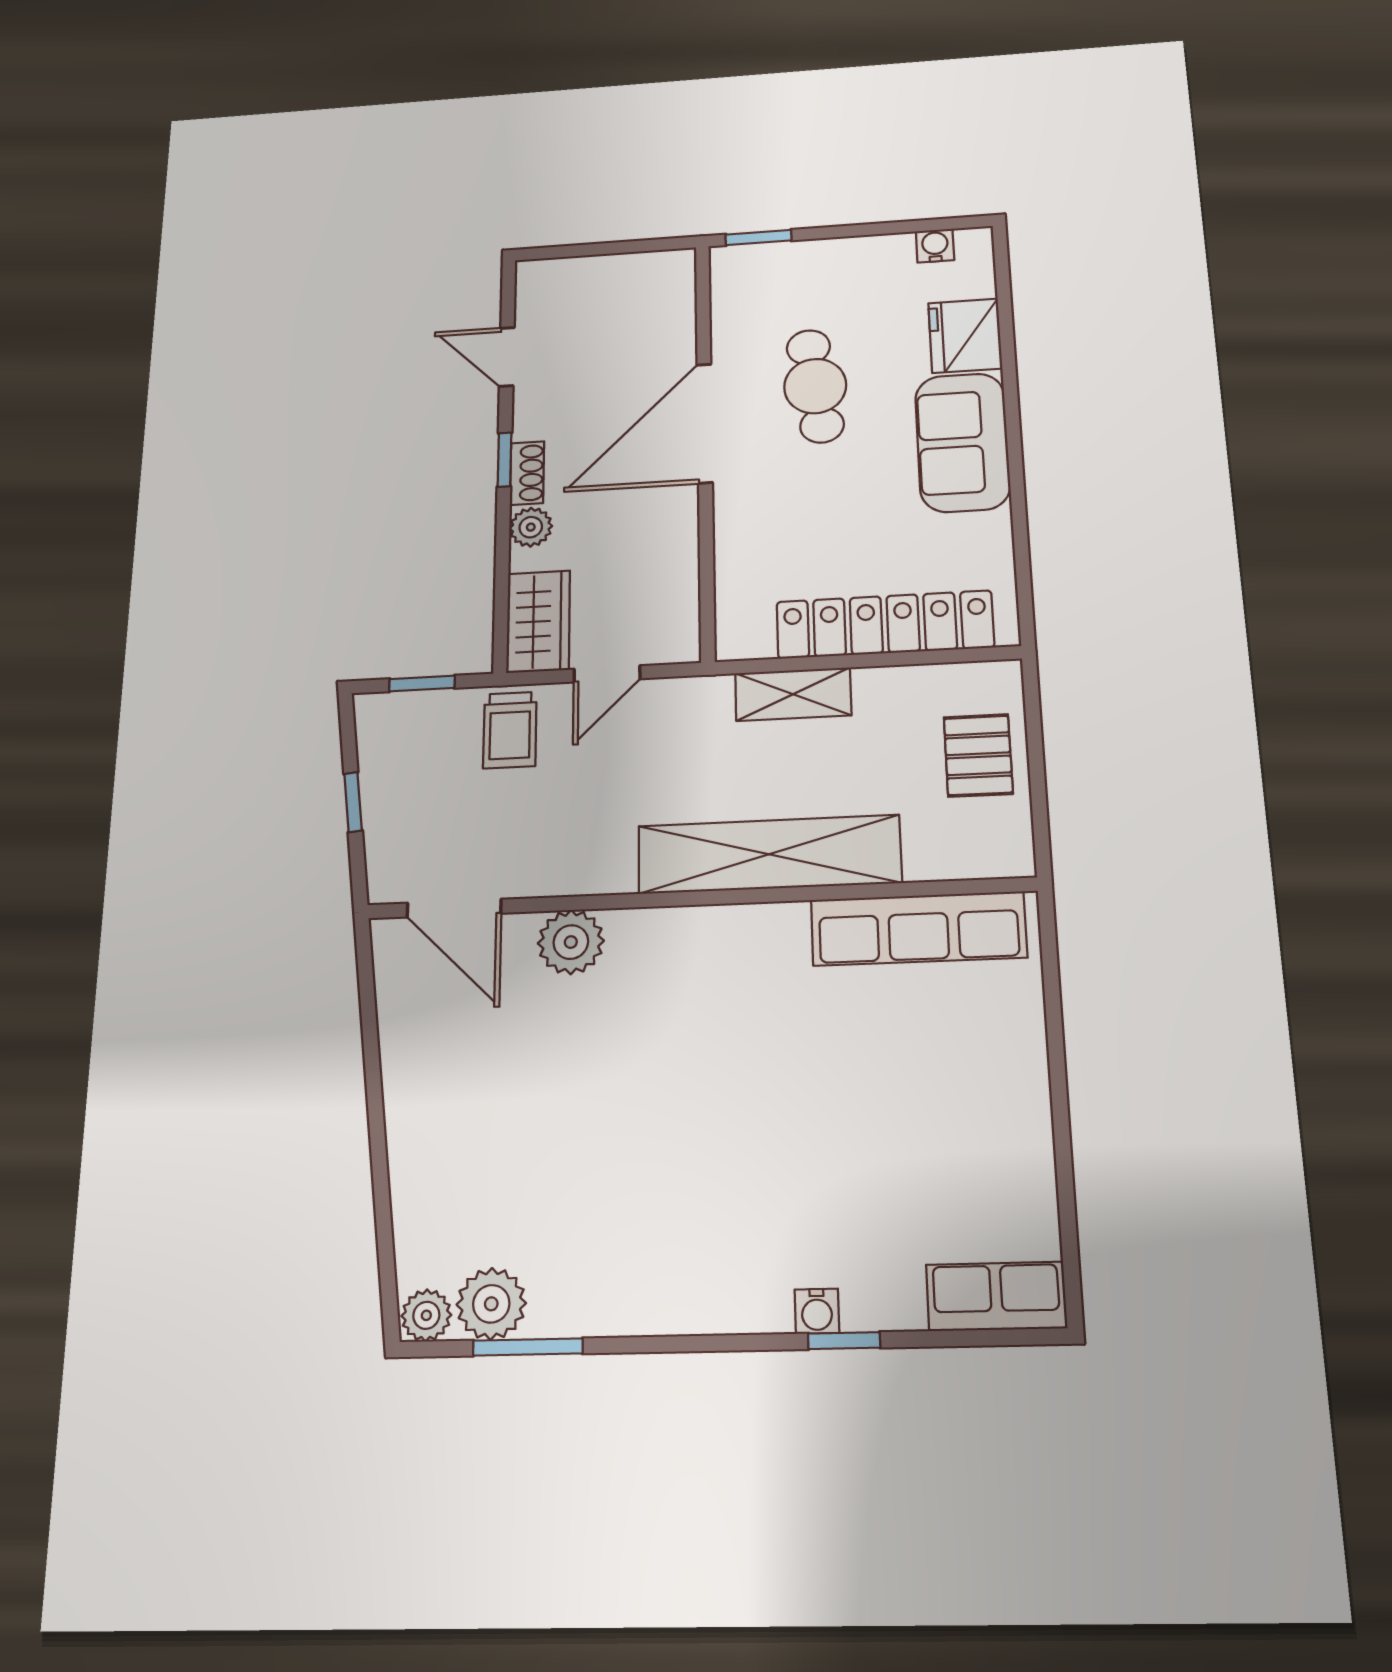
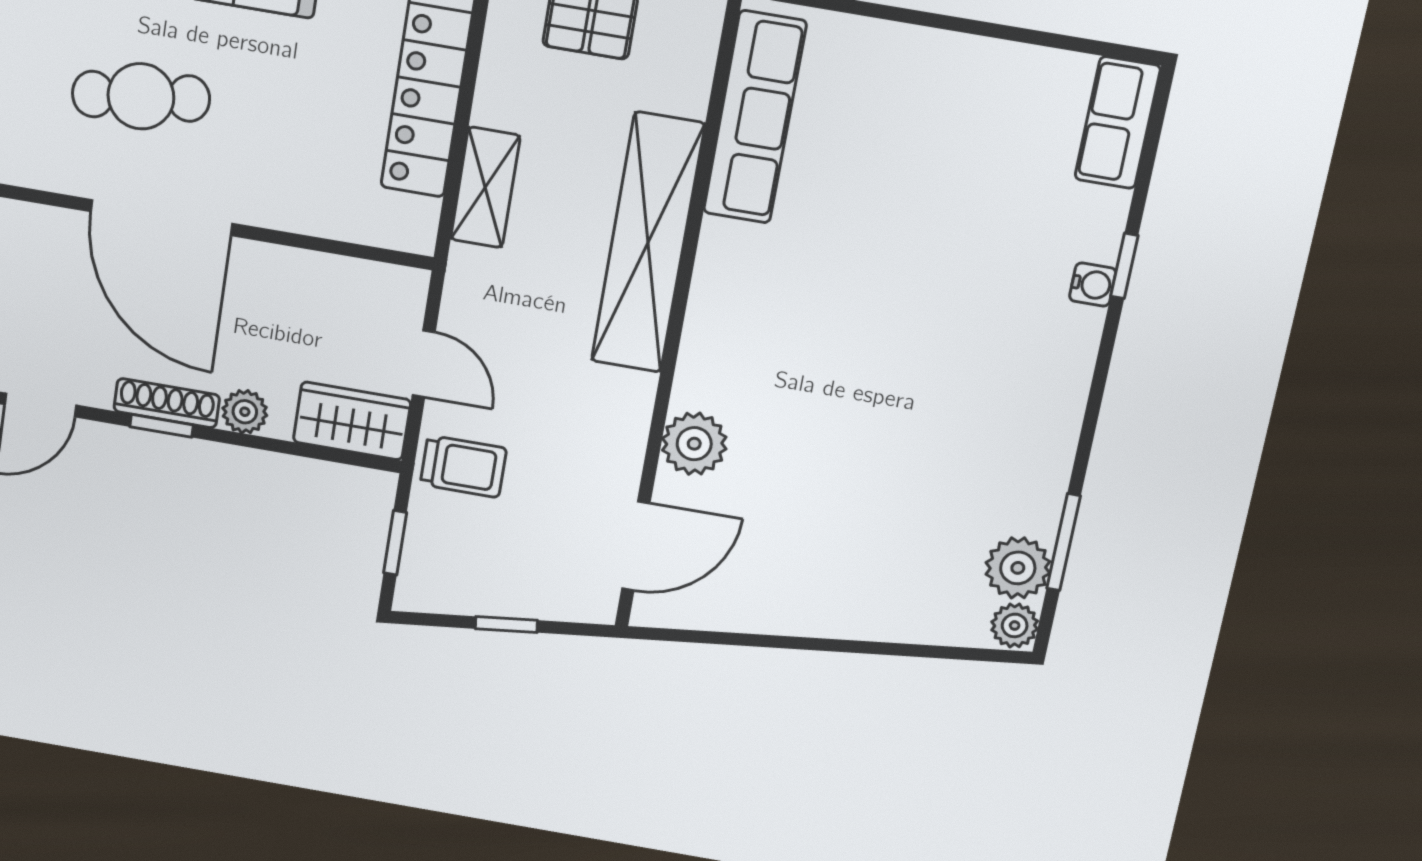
shoe rack: (527, 473) -> (167, 403), width x1.43

